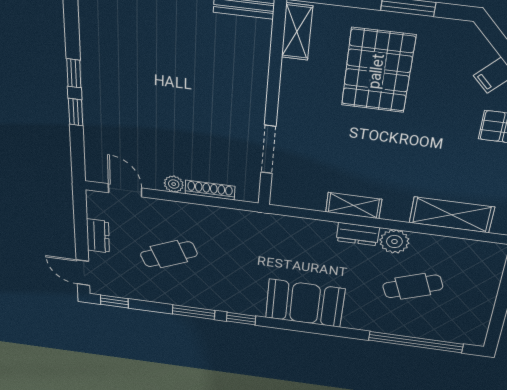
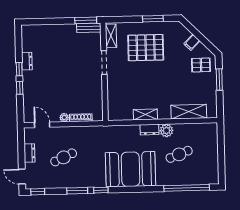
dresser: (91, 58) -> (27, 61), added
pallet: (378, 71) -> (146, 48), turned 90
doorway: (268, 149) -> (104, 63), moved
booth: (305, 303) -> (131, 169), width x1.36, depth x1.42

